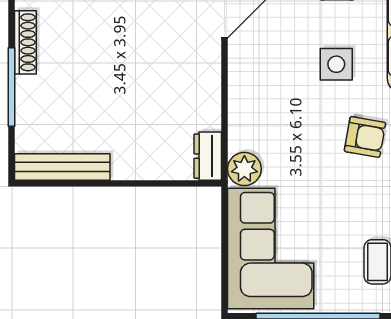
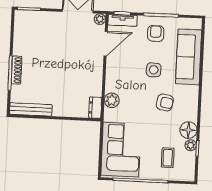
shoe rack: (25, 42) -> (16, 70), moved
plant: (244, 169) -> (112, 100), moved

